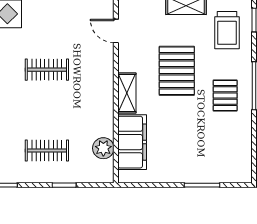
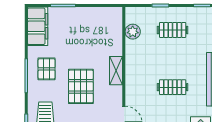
filing cabinet: (132, 142) -> (38, 26), moved, turned 180

